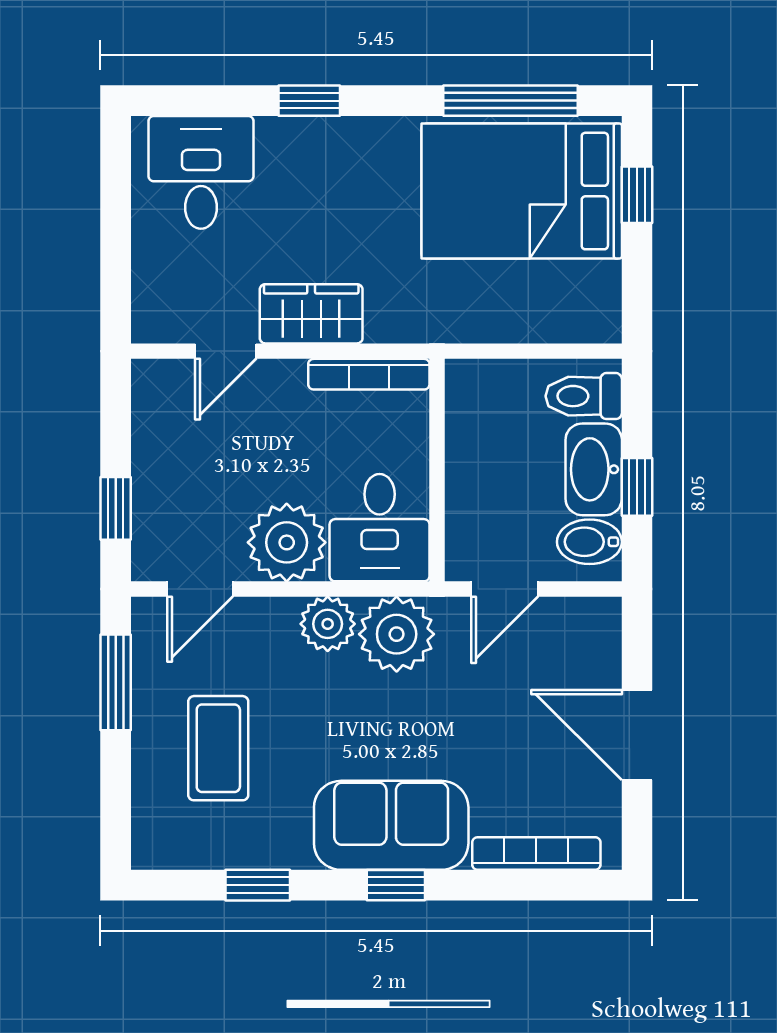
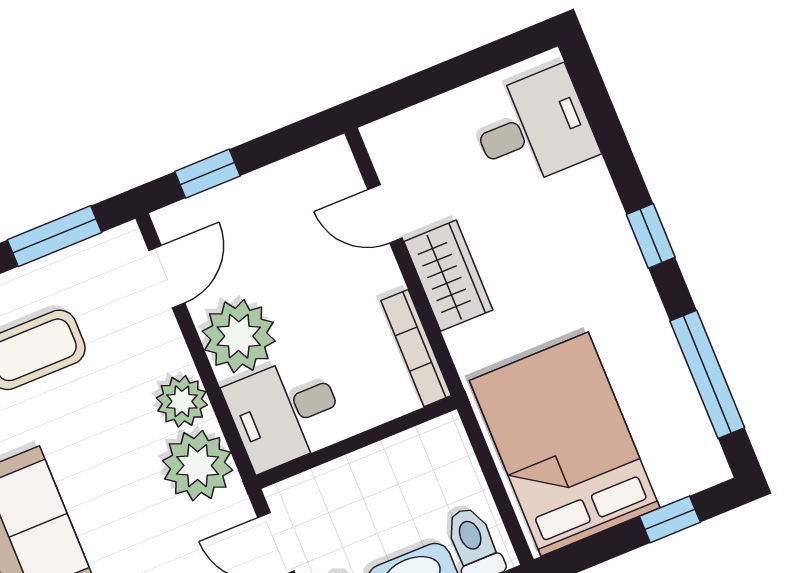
window: (309, 101) -> (651, 236), moved
bed: (522, 191) -> (565, 444), moved
door: (200, 589) -> (167, 277), swing flipped

